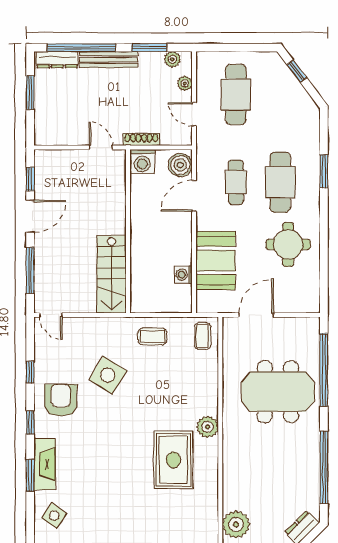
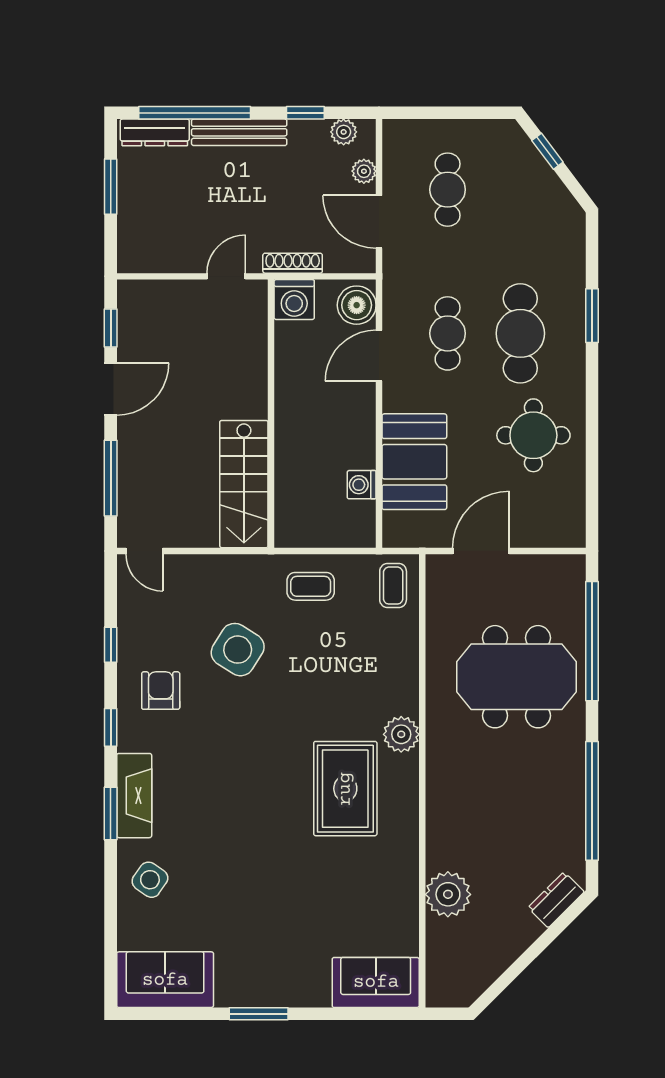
window: (149, 48) -> (305, 113), width x0.67
cafe table: (236, 95) -> (448, 190), width x0.73, depth x0.74
door: (194, 114) -> (379, 222), width x1.38
door: (101, 147) -> (226, 276), hinge flipped
armchair: (61, 400) -> (161, 691), width x0.72, depth x0.72

